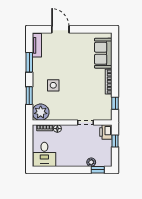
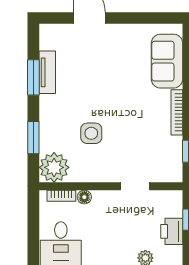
tv unit: (37, 45) -> (47, 72), moved
side table: (53, 85) -> (91, 133), moved
printer: (106, 132) -> (172, 231), moved

